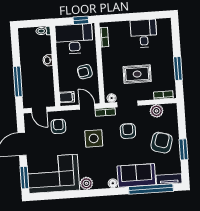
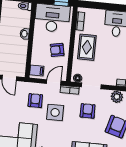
rug: (137, 74) -> (87, 47), moved, turned 90
door: (87, 107) -> (54, 82), hinge flipped
armchair: (58, 126) -> (35, 101), moved

